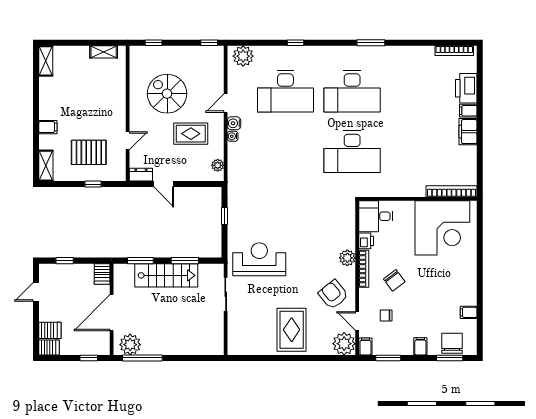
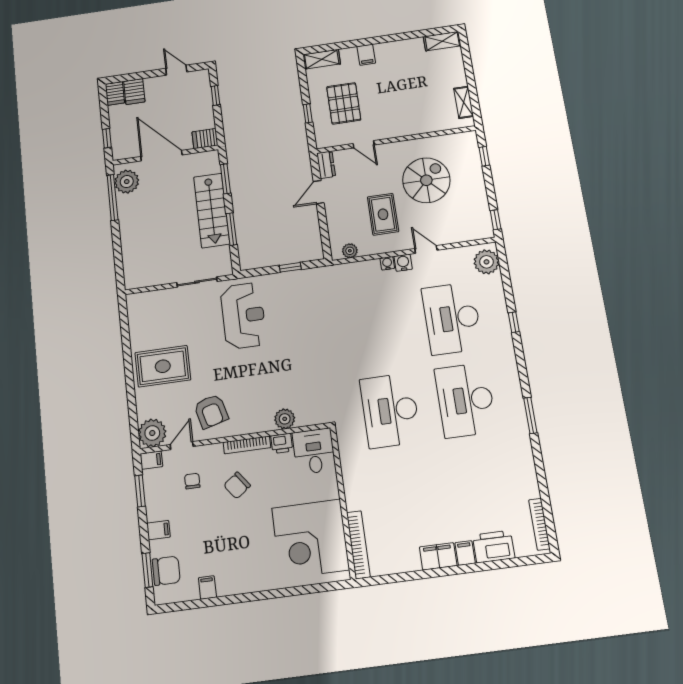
plant: (347, 258) -> (285, 419), moved
armchair: (333, 294) -> (211, 411), turned 114

